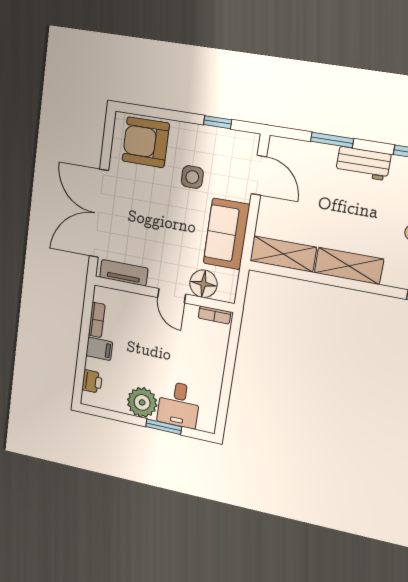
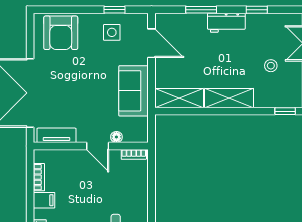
armchair: (146, 142) -> (61, 33), turned -90
side table: (192, 177) -> (112, 32), moved
floor lamp: (203, 284) -> (116, 137), width x0.53, depth x0.53

